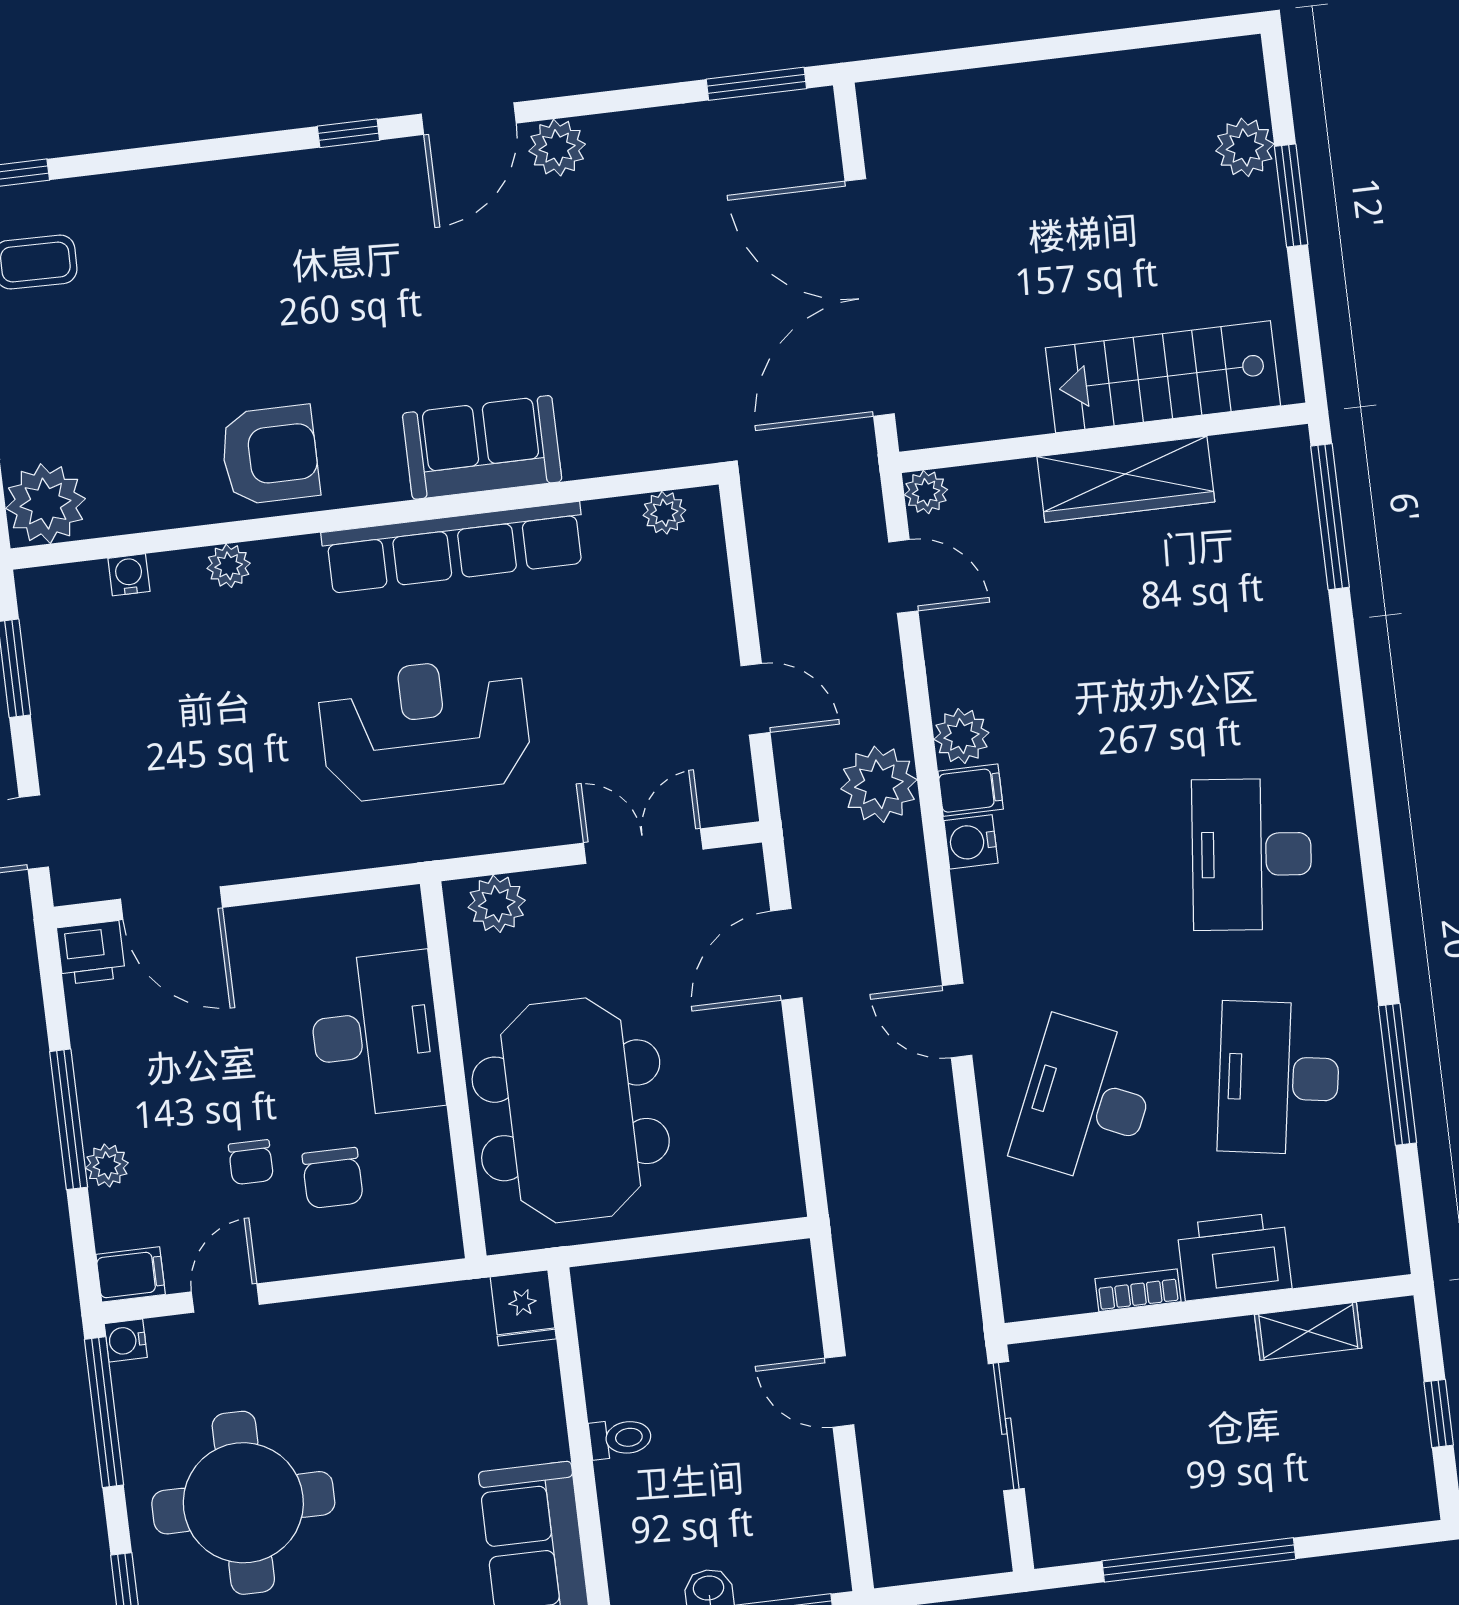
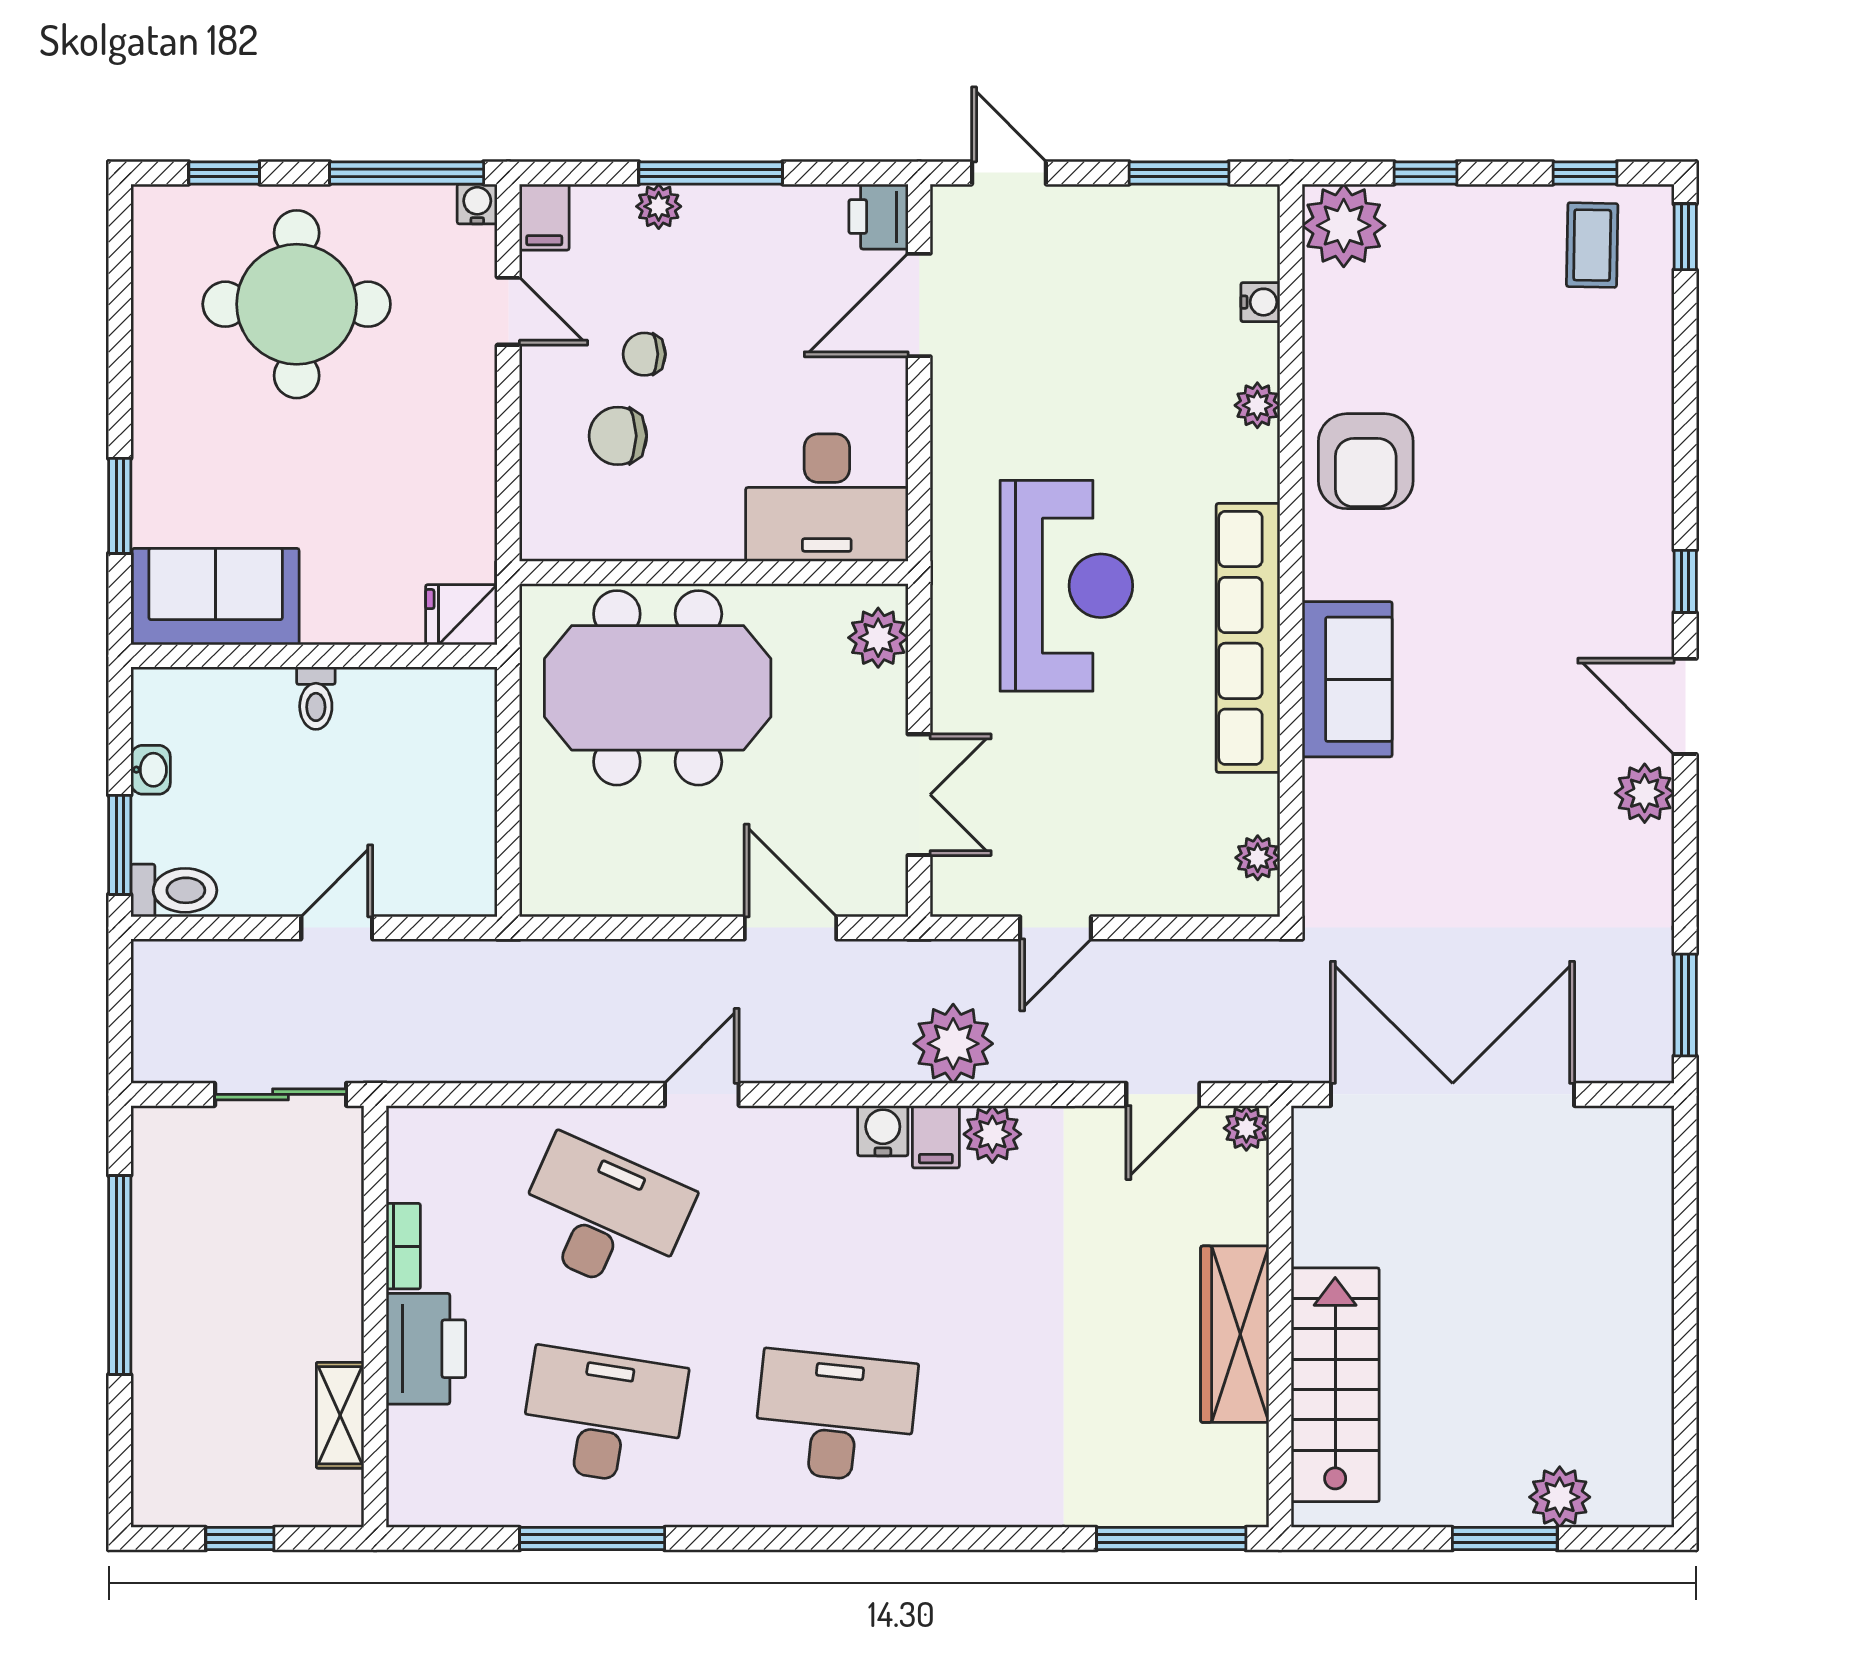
desk: (376, 1034) -> (827, 498), moved
toilet: (822, 1553) -> (174, 890), added

